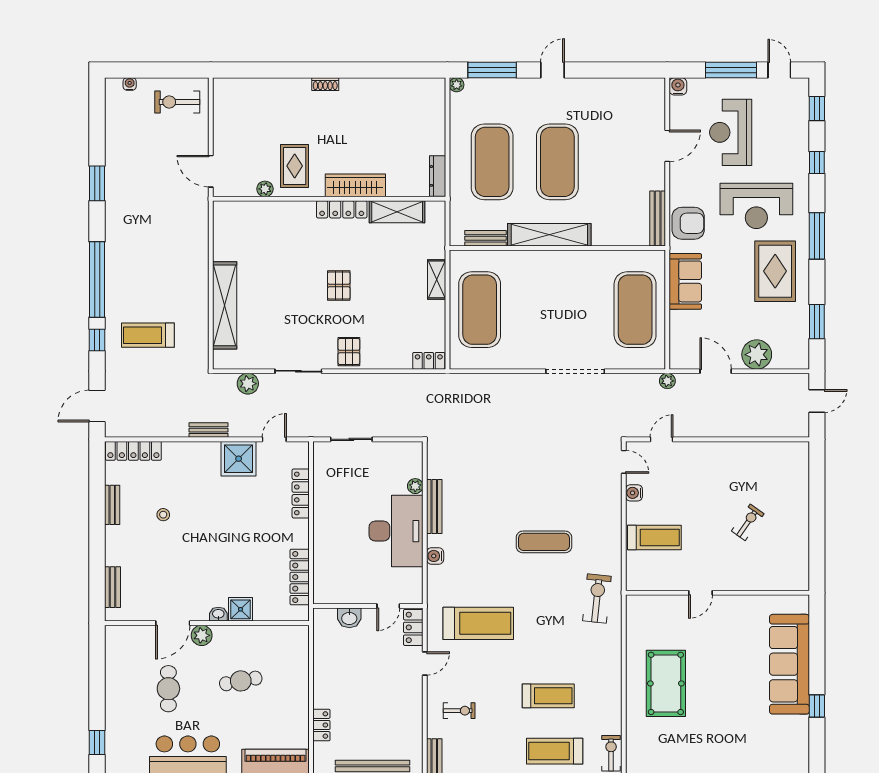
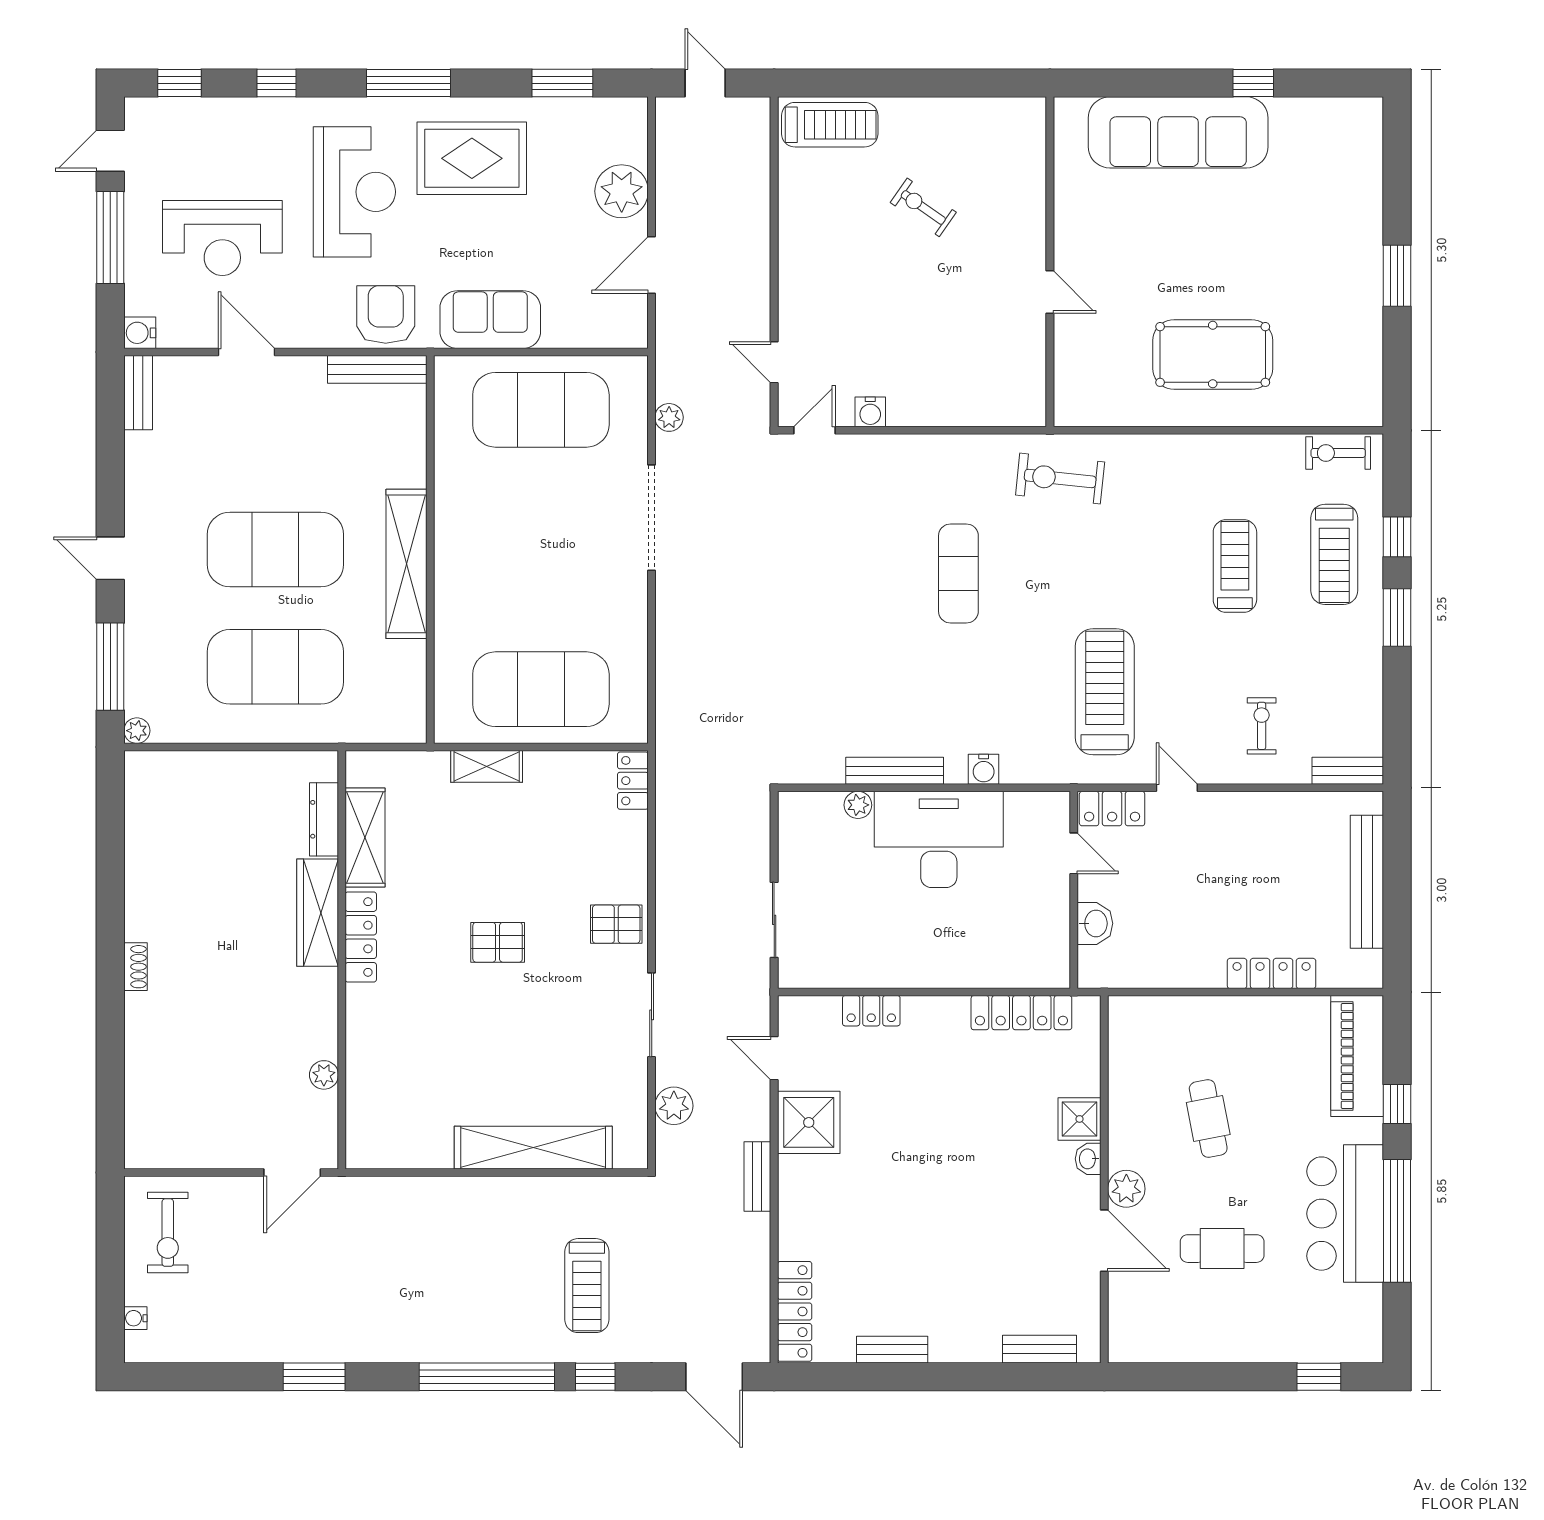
rug: (295, 166) -> (283, 1022), removed
dresser: (438, 176) -> (324, 819), moved, turned 90
bench: (486, 238) -> (138, 393), moved
plant: (667, 381) -> (669, 417), moved
locker: (301, 493) -> (871, 1011), width x0.66
stool: (163, 515) -> (909, 1258), removed
treadmill: (654, 537) -> (830, 125), moved, turned 90
locker: (321, 725) -> (1272, 973), width x1.53

